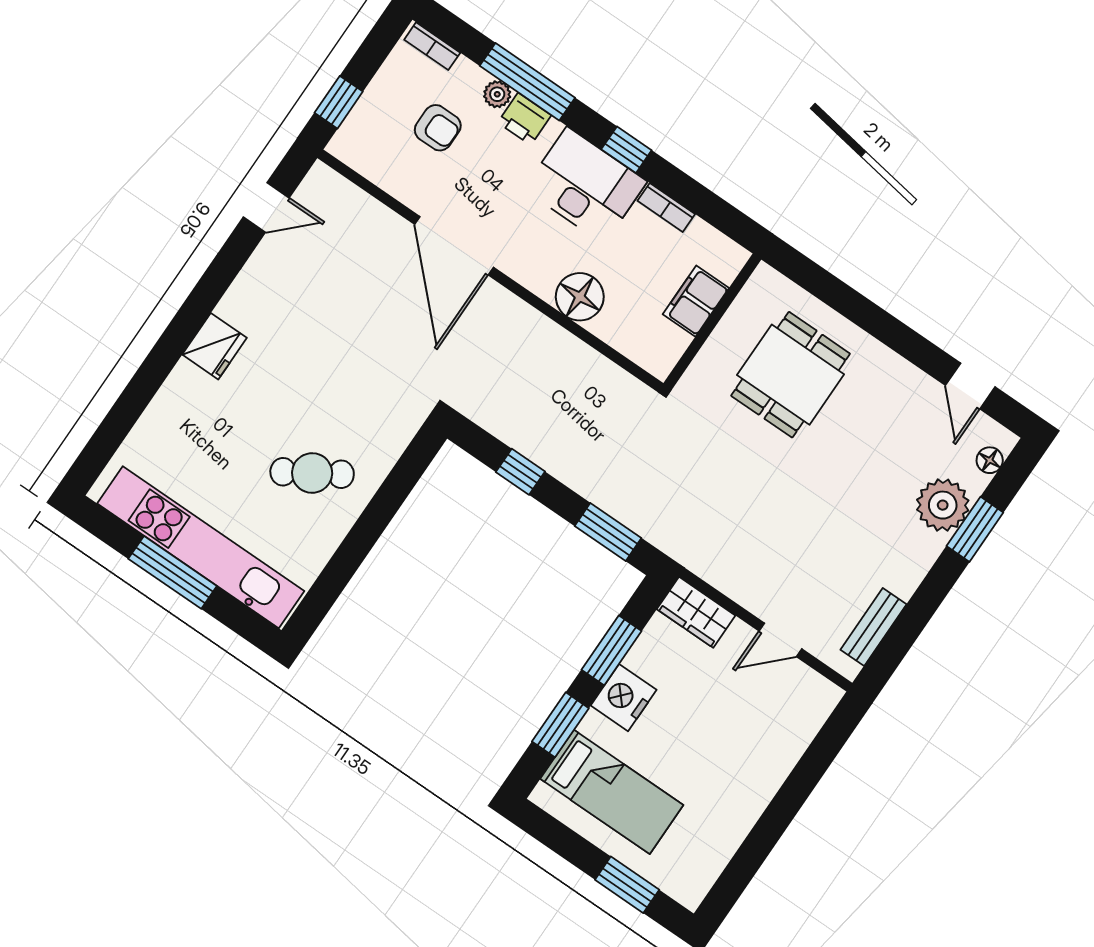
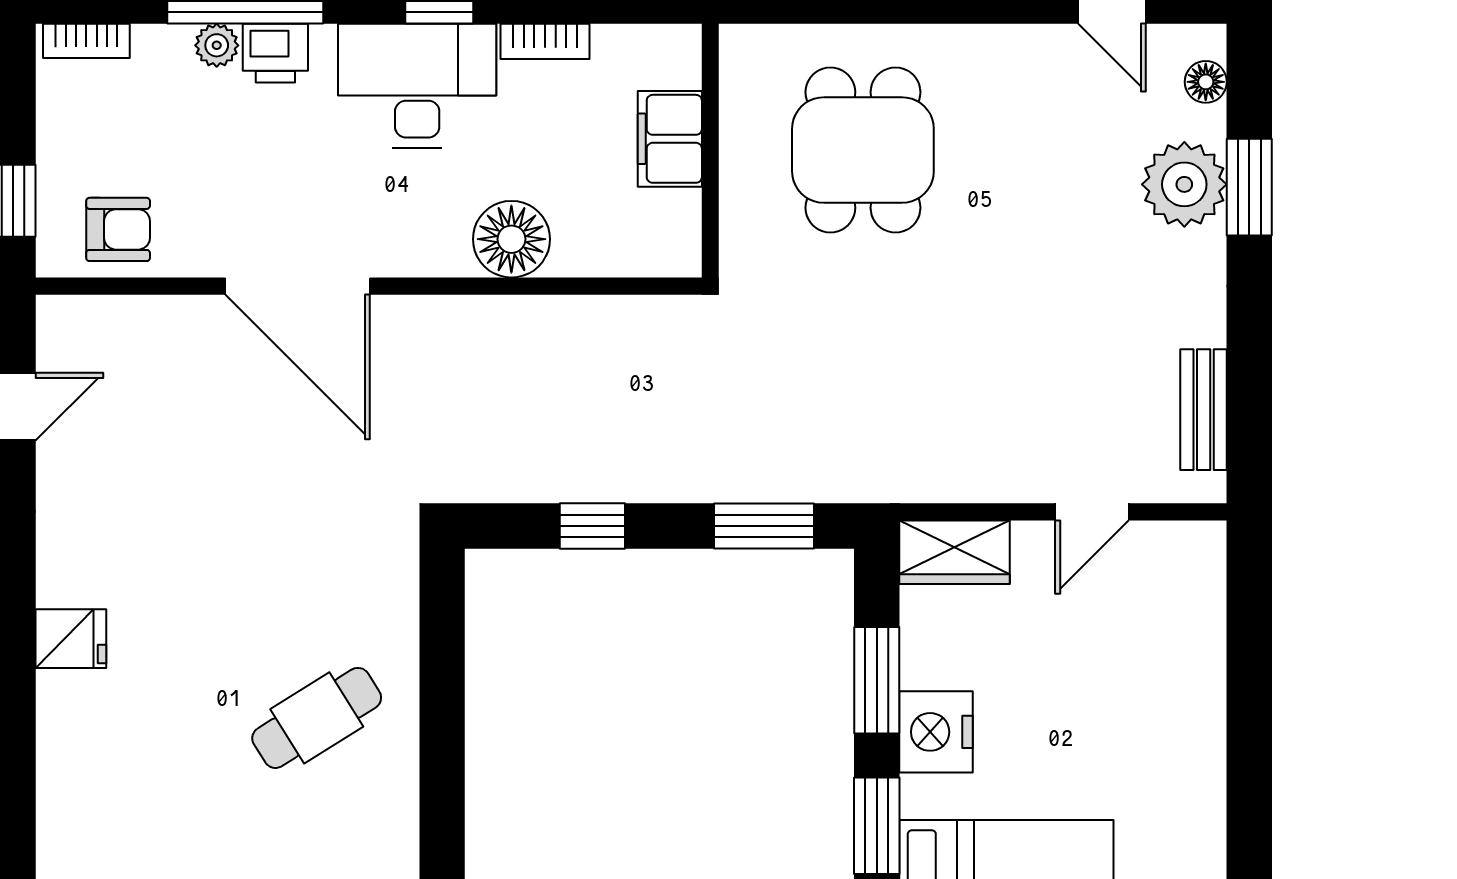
armchair: (438, 128) -> (118, 229), moved
fridge: (214, 346) -> (71, 639), width x0.72

